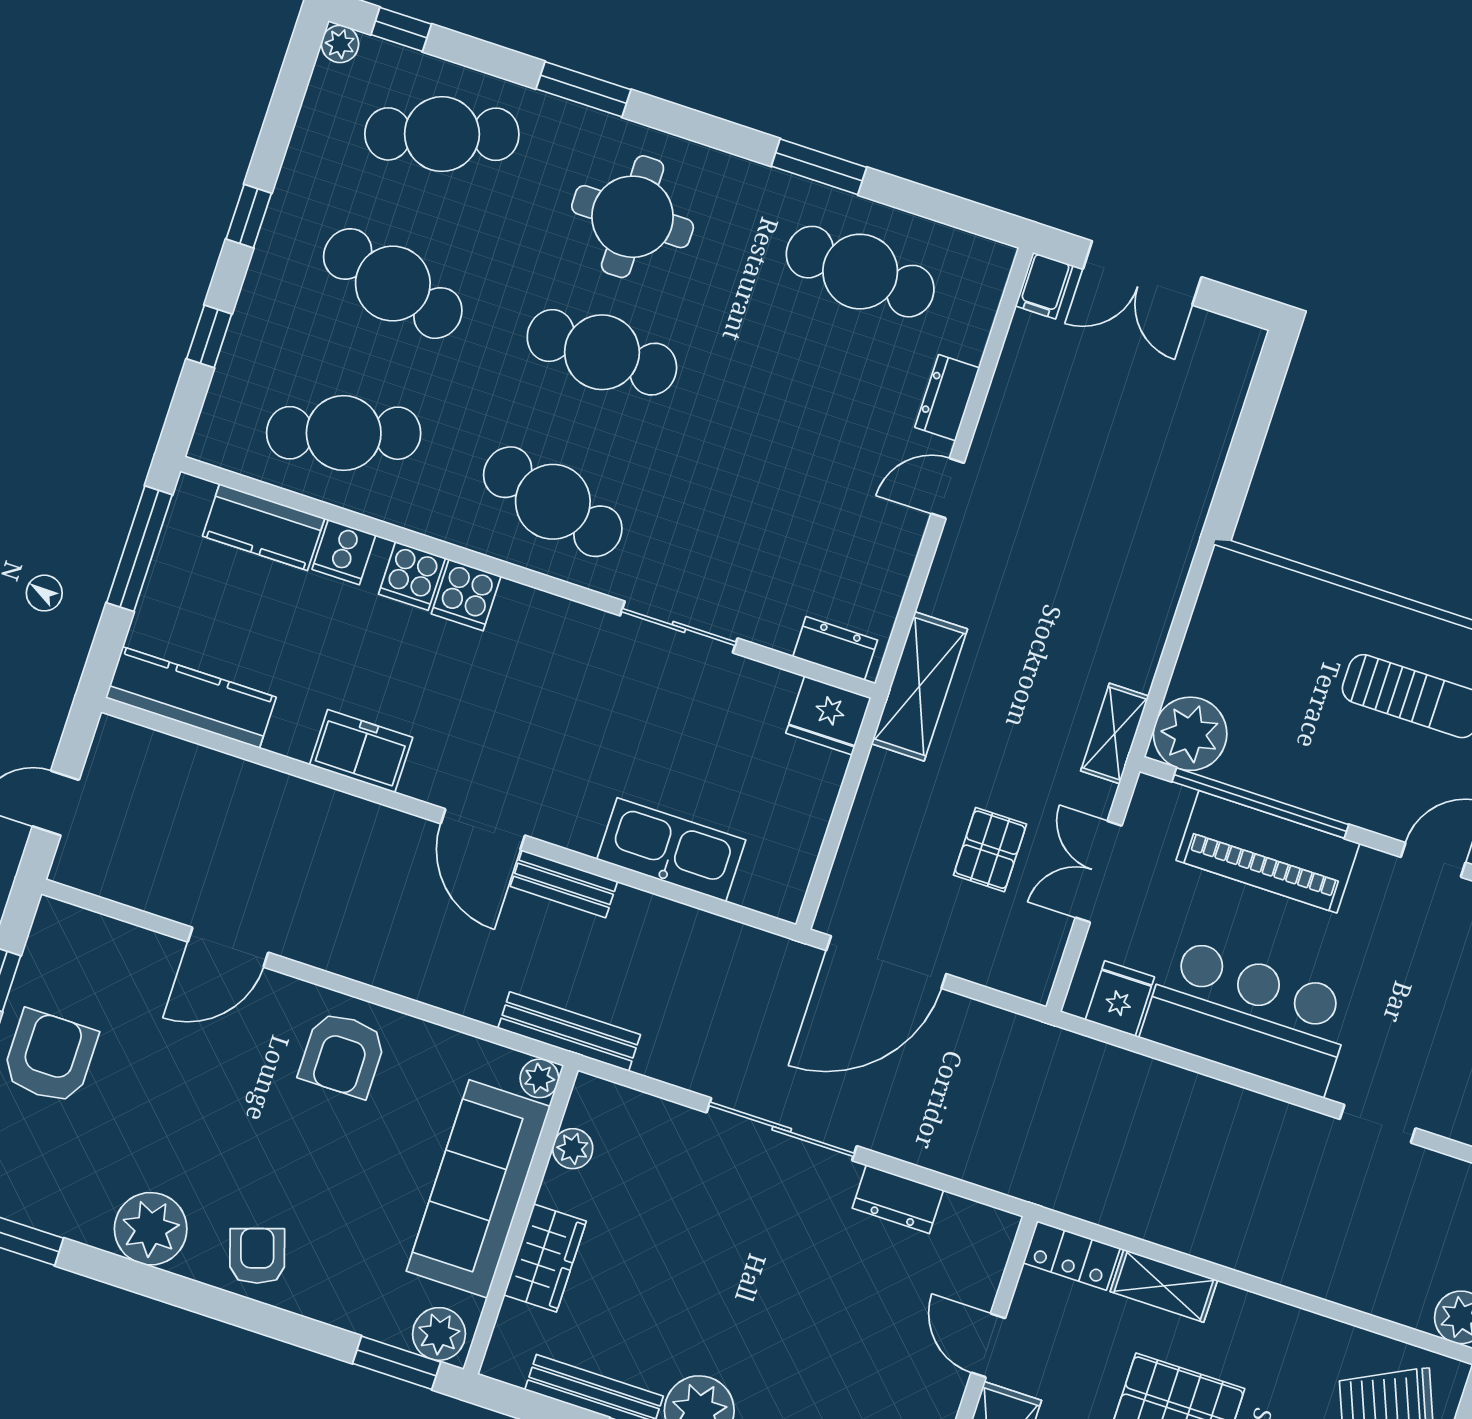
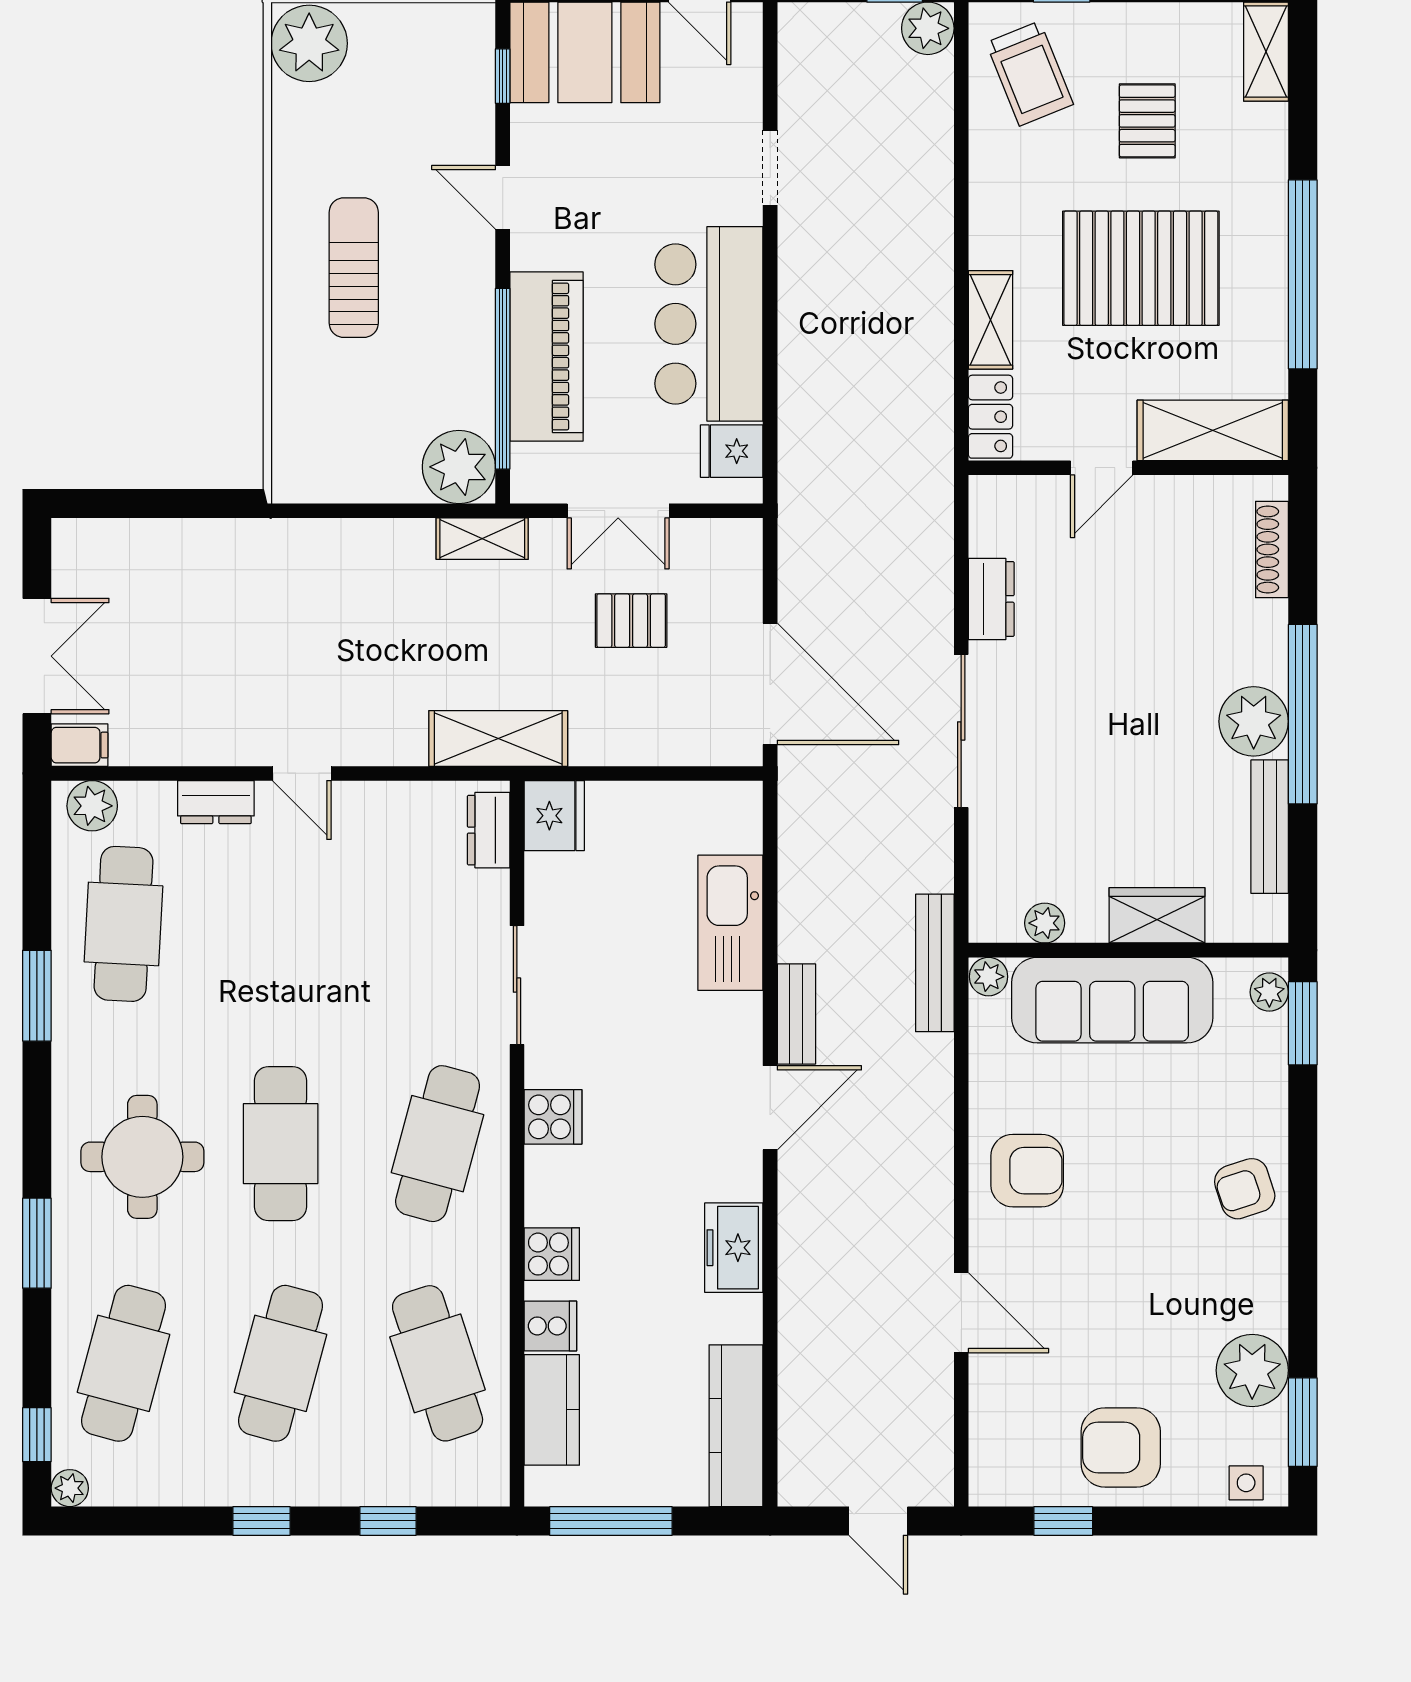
cafe table: (442, 134) -> (123, 1363), turned 33
plant: (982, 279) -> (92, 806), added
cooker: (466, 595) -> (553, 1117), moved
plant: (151, 1229) -> (1252, 1370), moved
plant: (439, 1334) -> (1269, 992), width x0.73, depth x0.73

